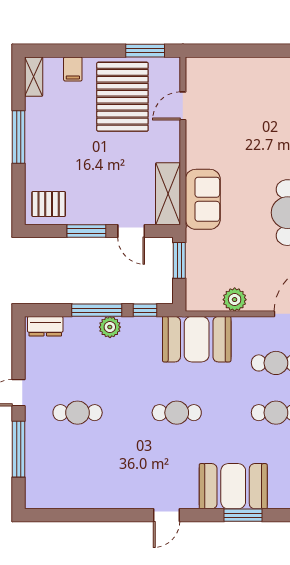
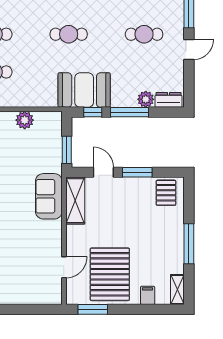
pallet: (49, 204) -> (166, 193), turned 90
plant: (110, 327) -> (146, 99), moved
booth: (197, 339) -> (84, 90), moved

